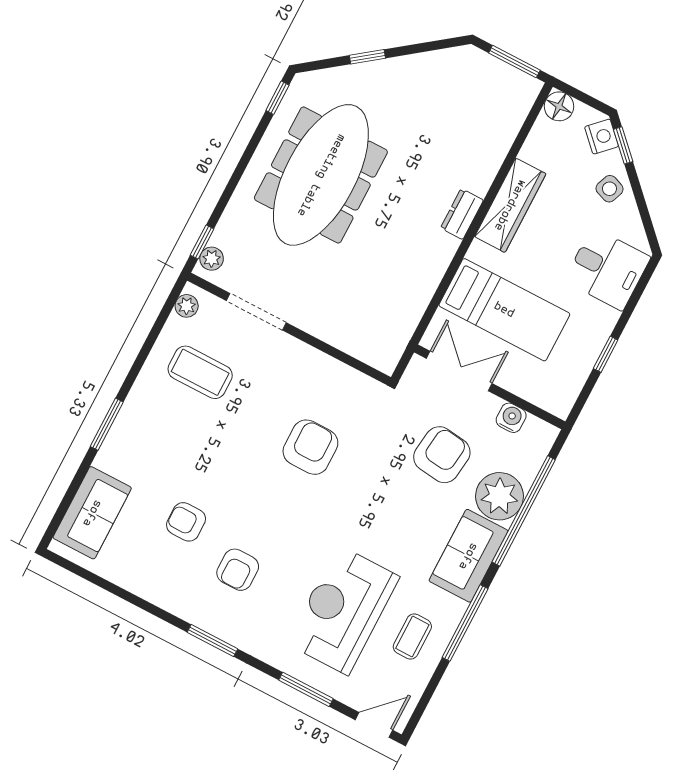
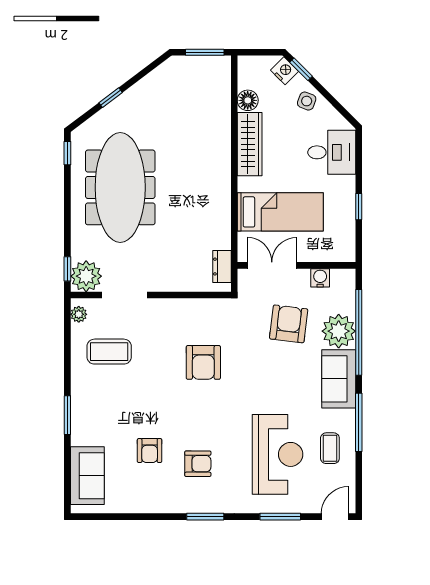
floor lamp: (559, 106) -> (248, 100), moved
dresser: (462, 214) -> (222, 267), moved
plant: (212, 259) -> (86, 276), width x1.88, depth x1.88
armchair: (310, 447) -> (203, 362), turned 180
armchair: (186, 522) -> (150, 451), turned -90
armchair: (238, 570) -> (198, 464), turned -90
reception desk: (343, 610) -> (278, 454), turned 180

